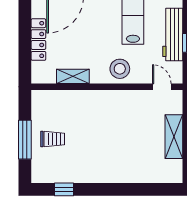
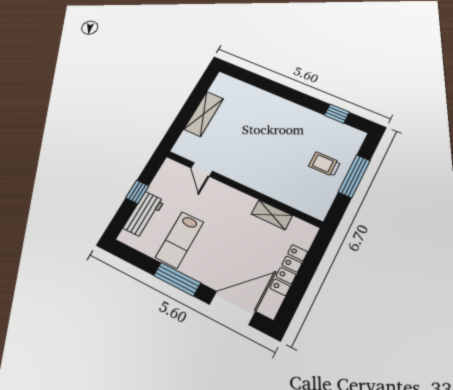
workbench: (173, 34) -> (144, 214), width x0.73
stool: (120, 69) -> (220, 199), removed
door: (162, 87) -> (202, 170), moved

